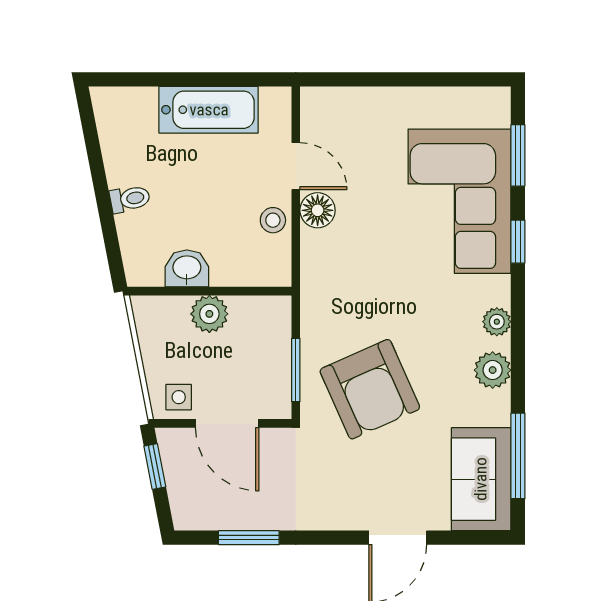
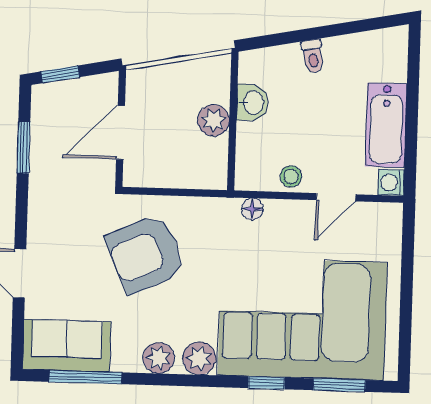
washing machine: (276, 102) -> (391, 182), added
corner sofa: (460, 201) -> (303, 319), width x1.36, depth x1.36
floor lamp: (318, 210) -> (252, 209), moved, width x0.73, depth x0.73
plant: (497, 322) -> (199, 358), width x1.38, depth x1.38
window: (296, 370) -> (164, 192), removed
side table: (179, 397) -> (144, 92), removed
window: (155, 466) -> (60, 74), moved

